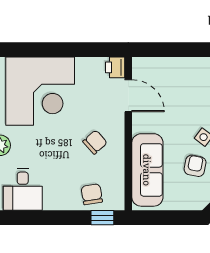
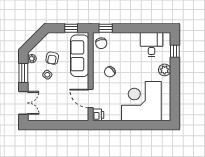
chair: (92, 194) -> (101, 43), moved
window: (162, 218) -> (71, 28), added

